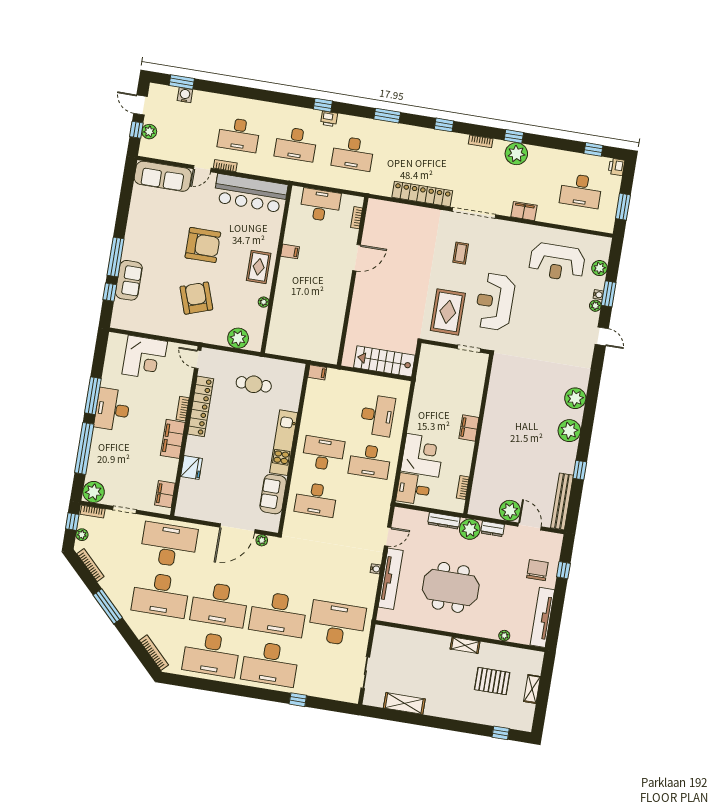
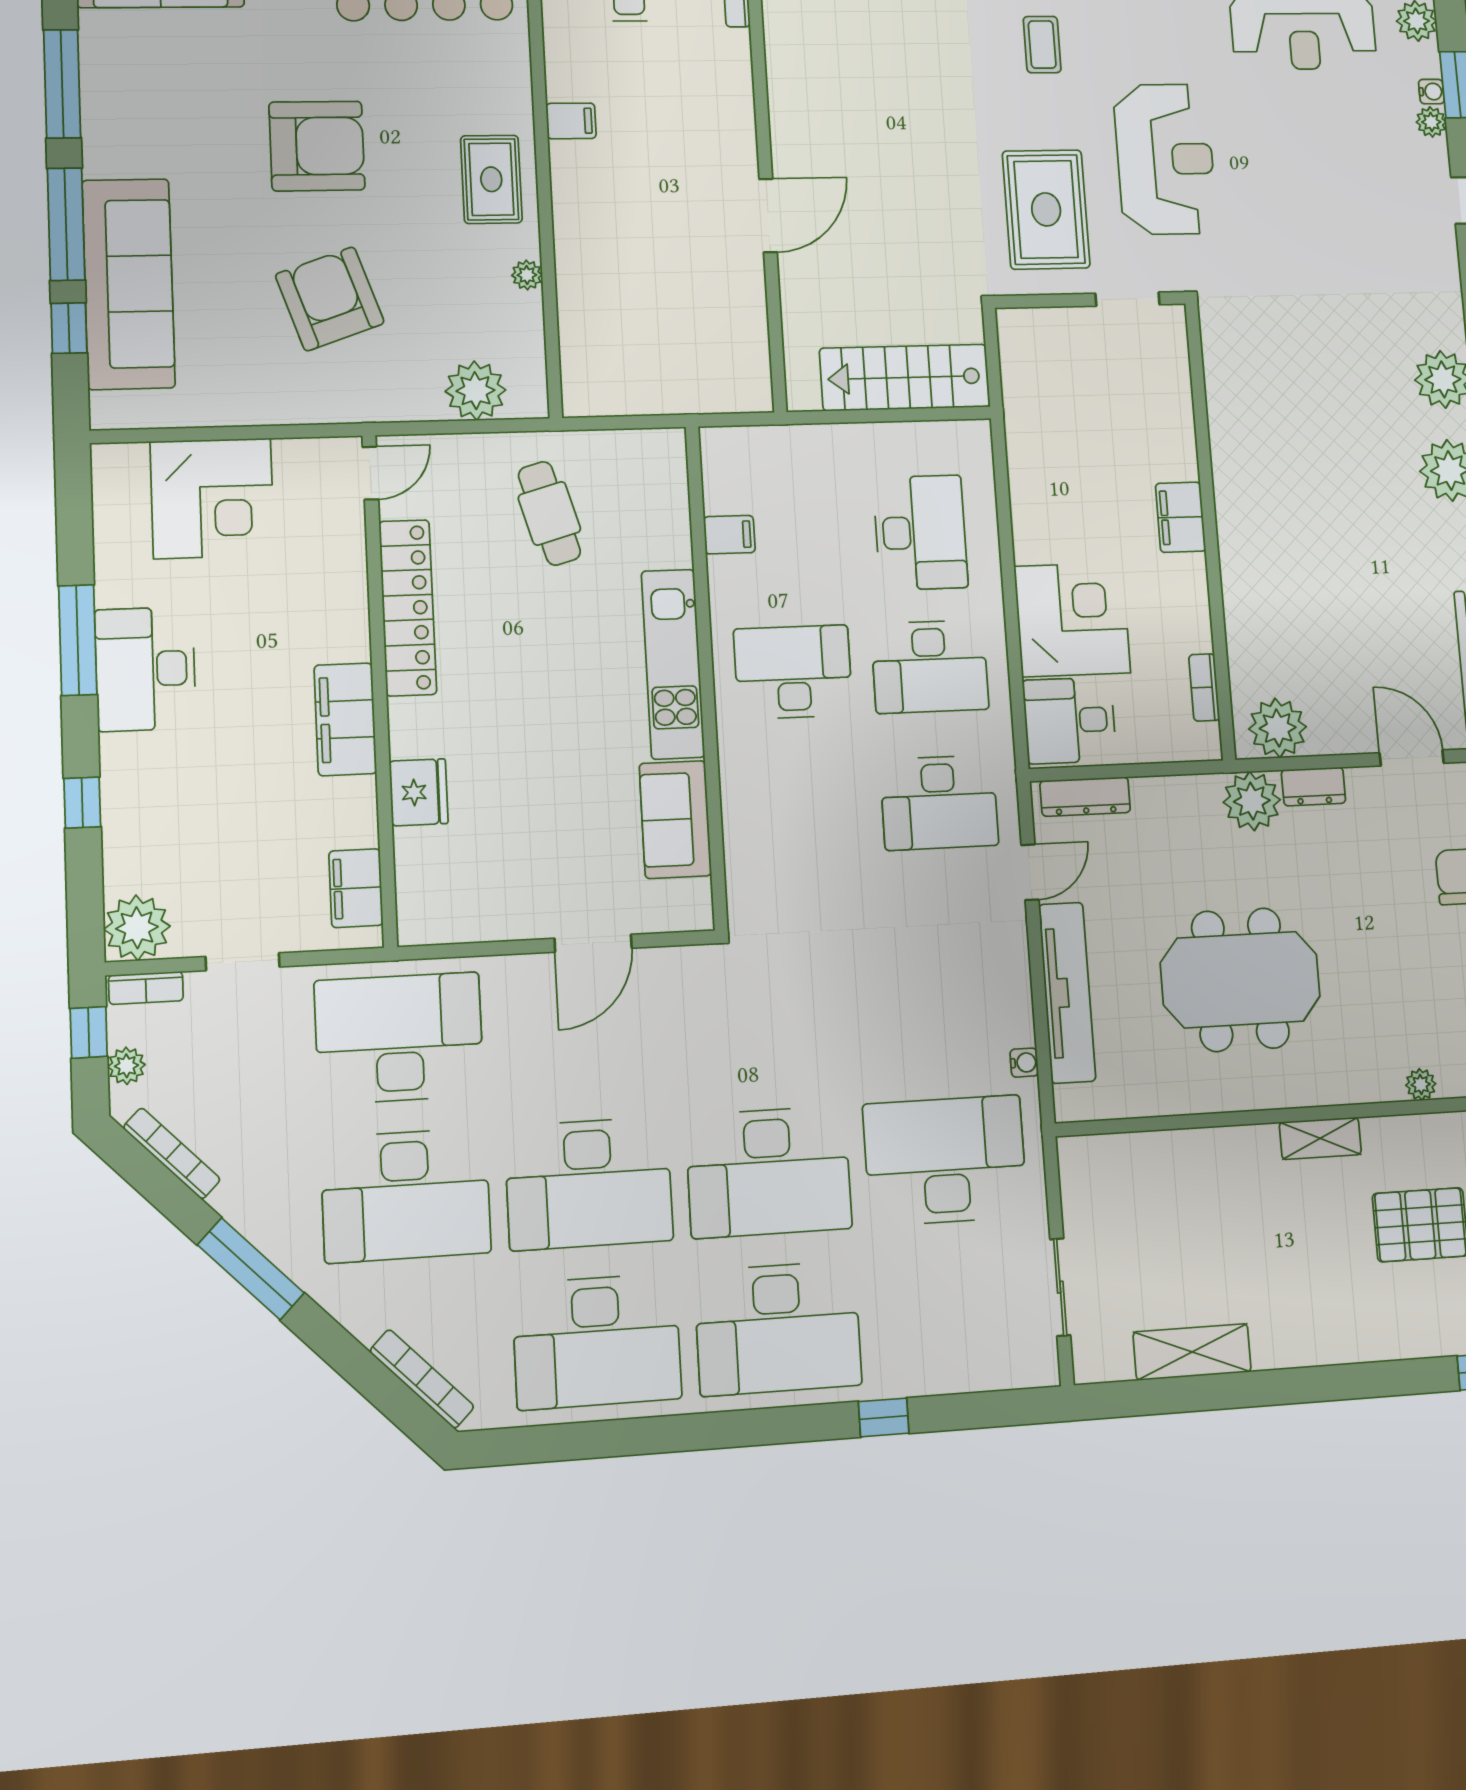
window: (123, 209) -> (62, 84), added
door: (357, 258) -> (768, 216), moved
sofa: (129, 280) -> (128, 284), width x1.85, depth x1.27
reception desk: (495, 302) -> (1165, 159), turned 180
door: (198, 359) -> (370, 473), swing flipped
filing cabinet: (317, 372) -> (729, 535), moved
cafe table: (254, 384) -> (549, 513), turned 74
bookcase: (183, 409) -> (356, 625), removed
window: (84, 448) -> (82, 803), width x0.32
desk: (316, 499) -> (939, 802), moved
plant: (510, 511) -> (1278, 728), moved
dresser: (444, 521) -> (1085, 797), moved
door: (237, 528) -> (593, 943), width x0.73
plant: (262, 540) -> (672, 963), removed
water cooler: (376, 569) -> (1024, 1063), moved

